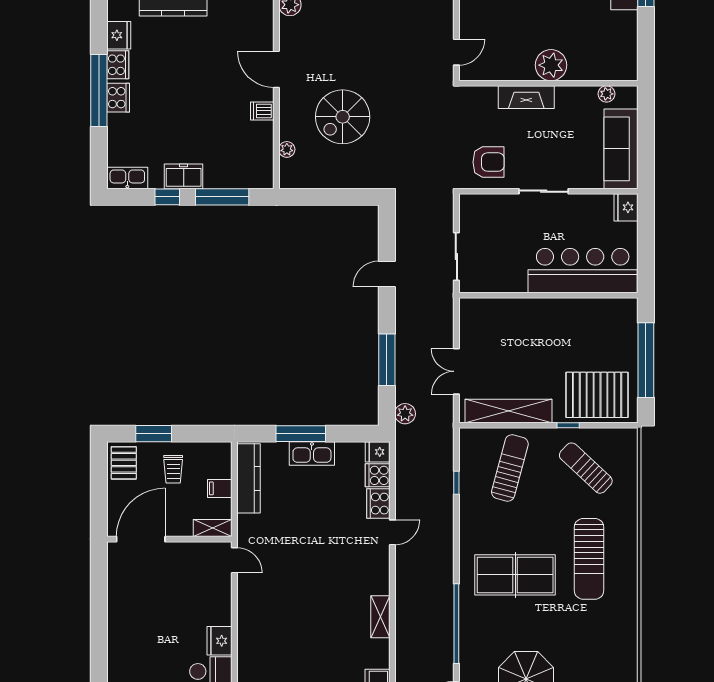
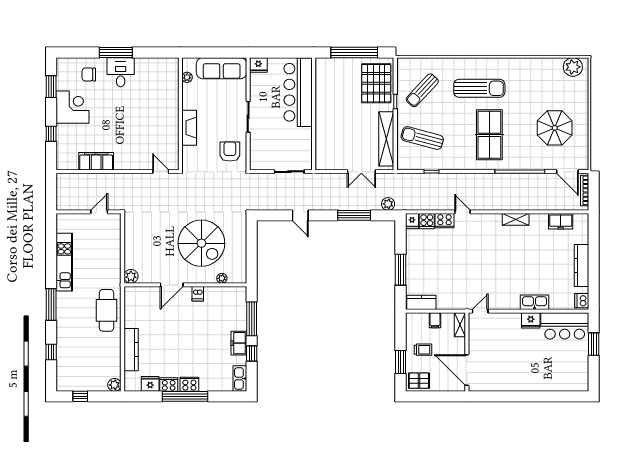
plant: (551, 65) -> (169, 112), removed
spiral stairs: (343, 117) -> (201, 243), width x1.37, depth x1.37
kitchen sink: (312, 453) -> (535, 302), moved, turned -90
kitchen counter: (248, 478) -> (421, 302), width x0.67

